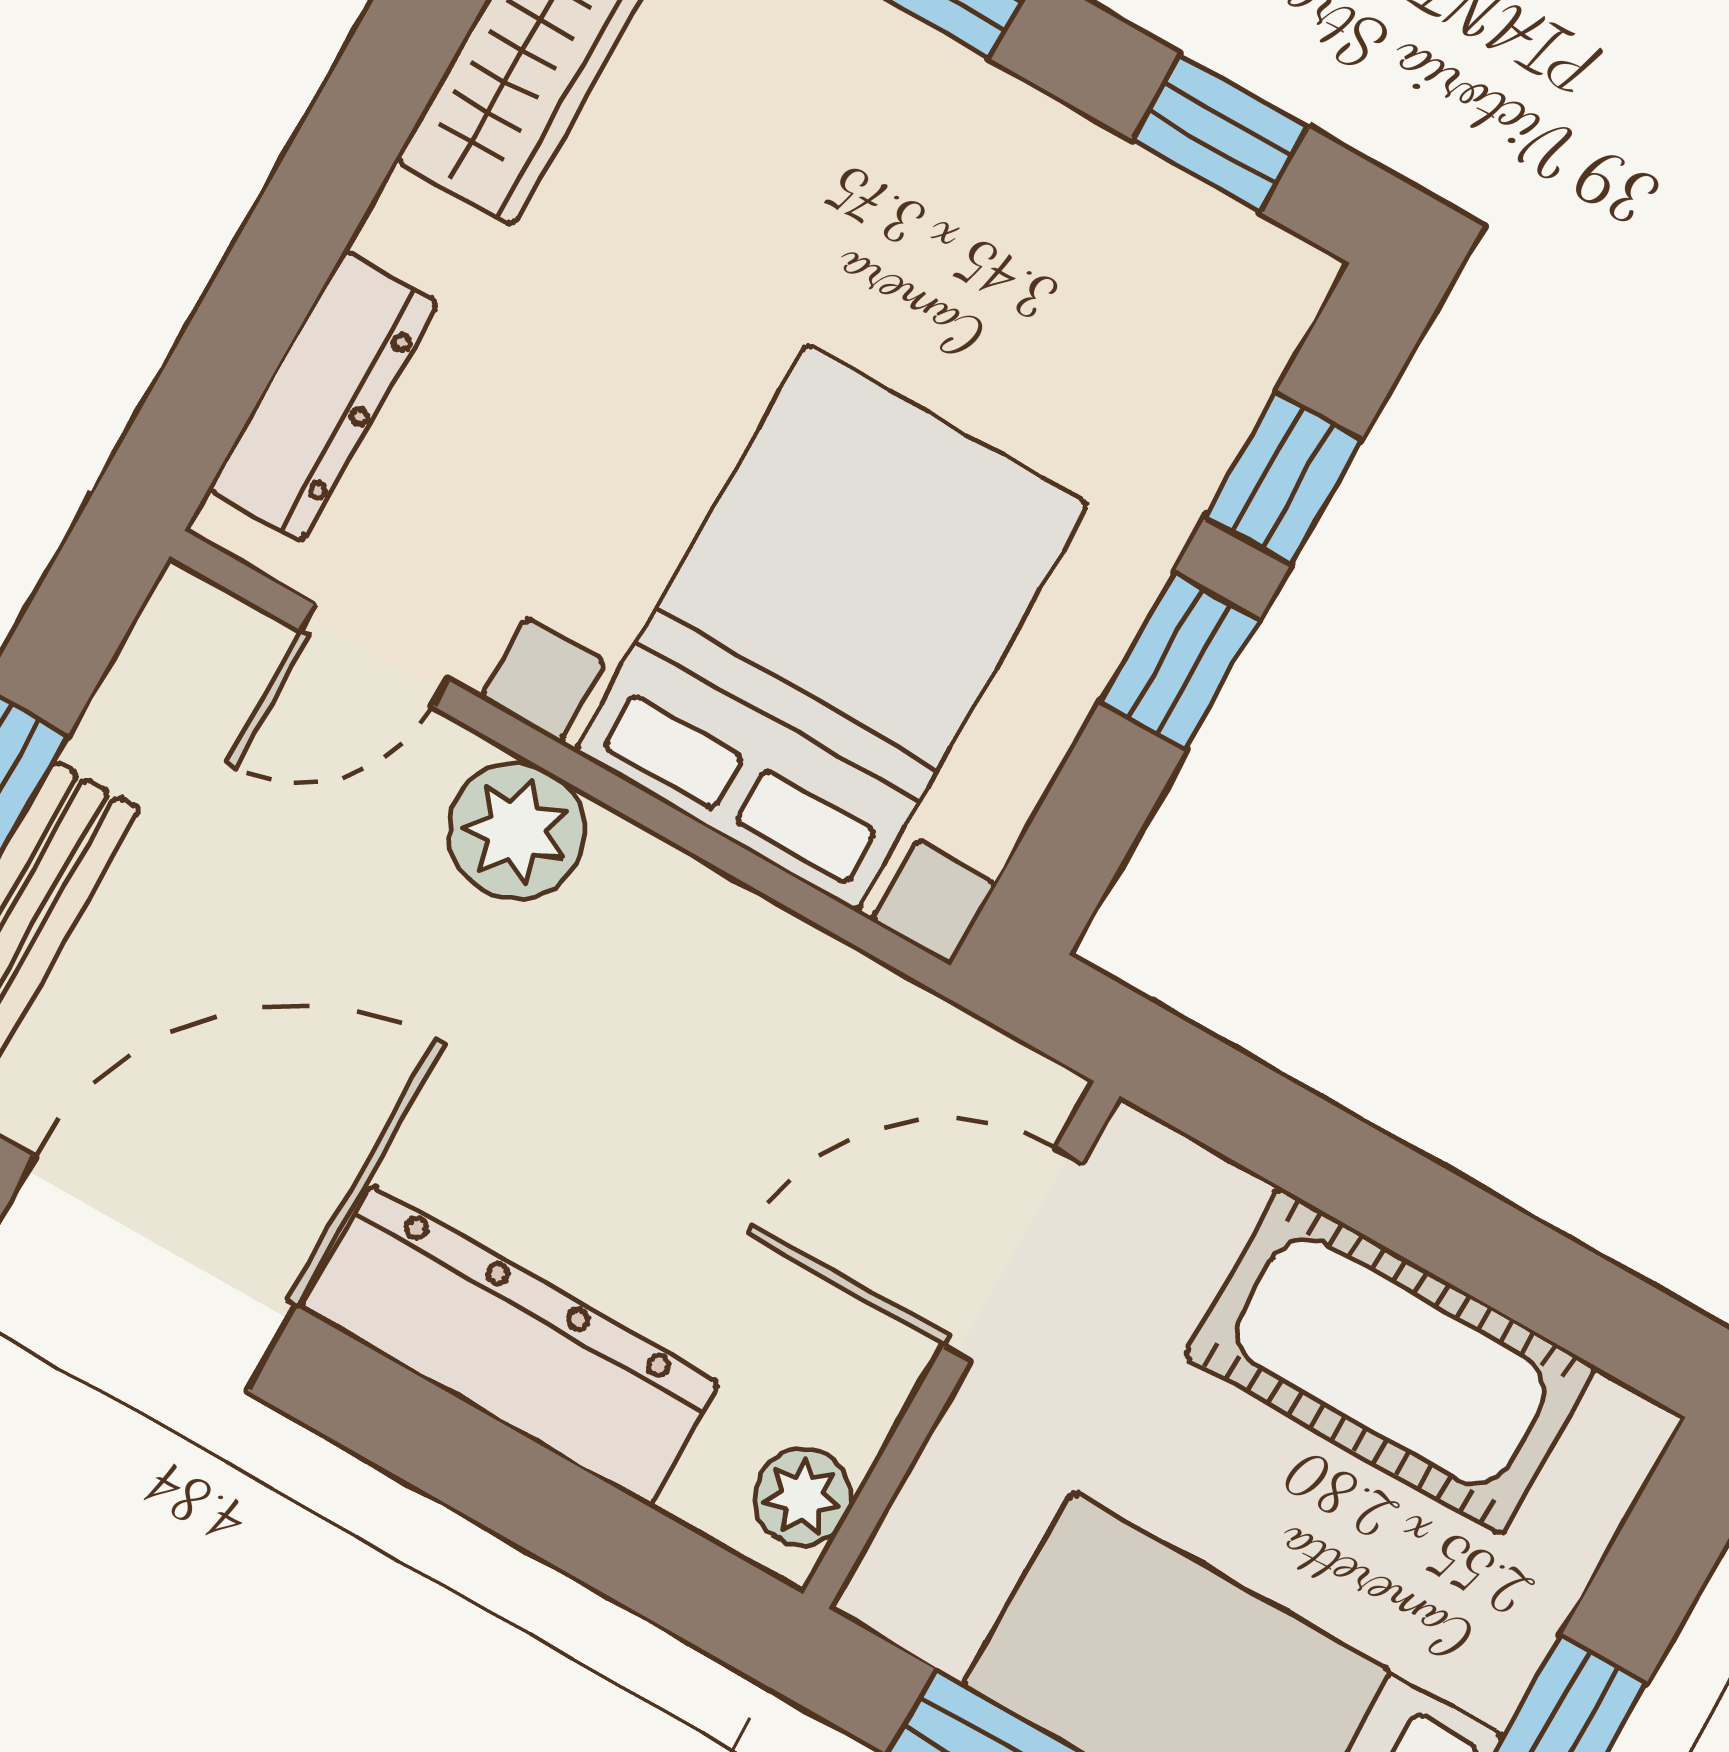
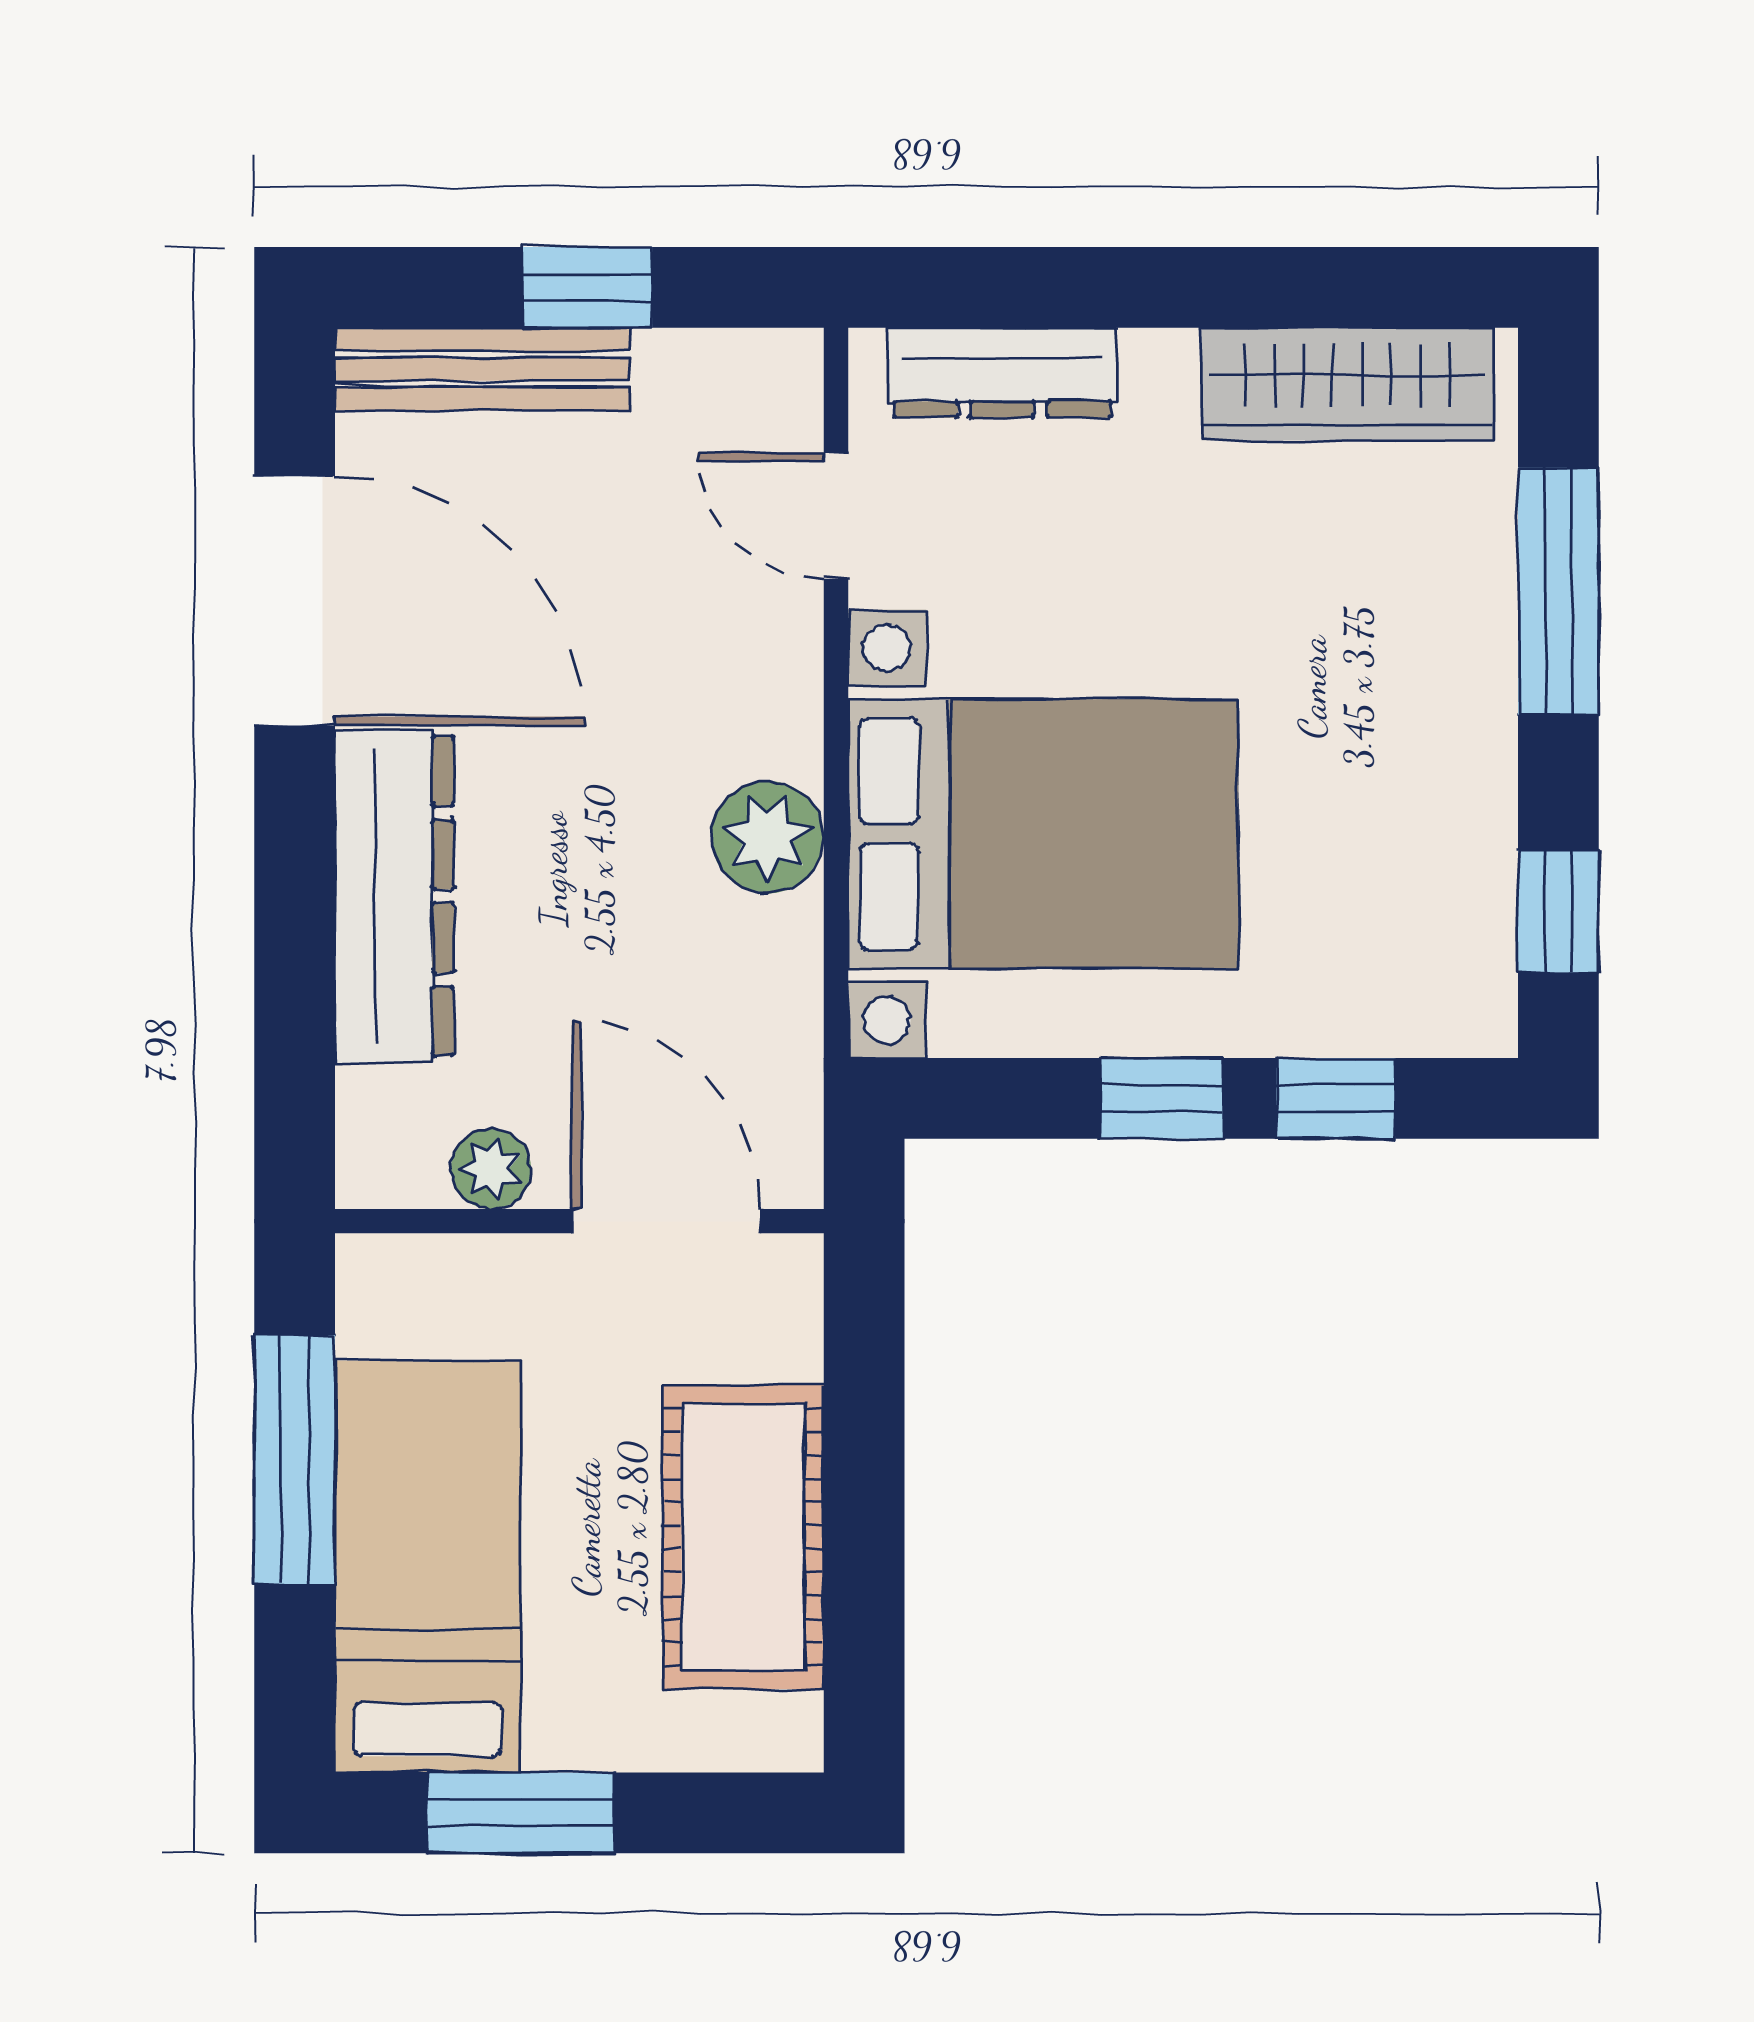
plant: (516, 831) -> (768, 837), moved
plant: (803, 1497) -> (491, 1169), moved

